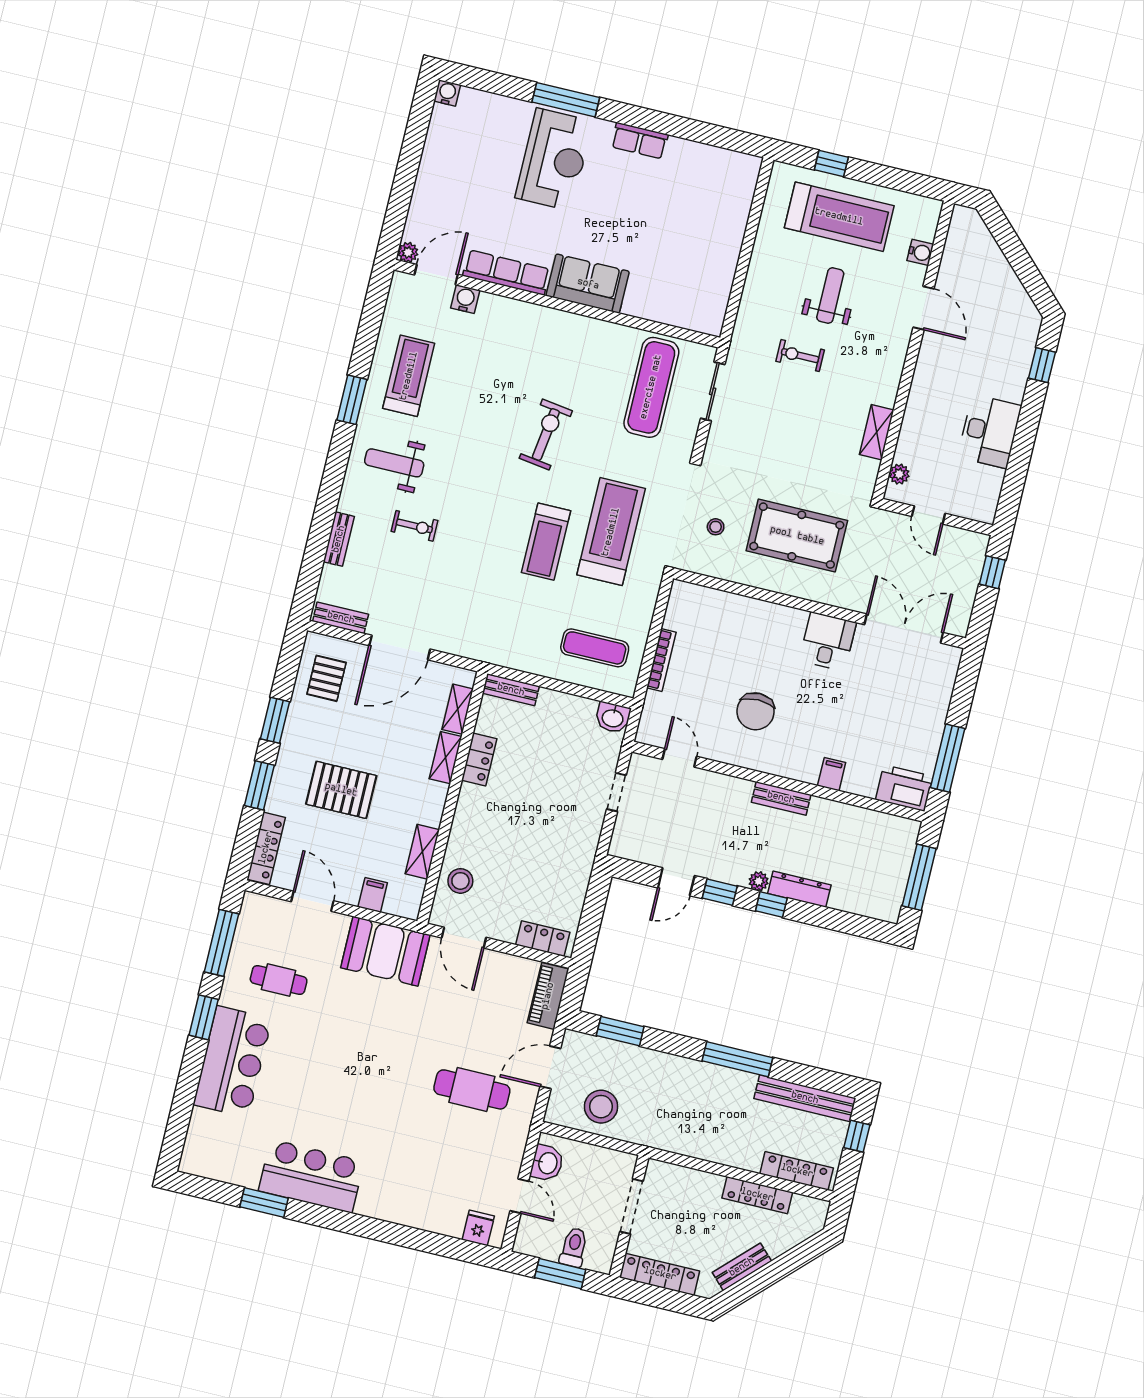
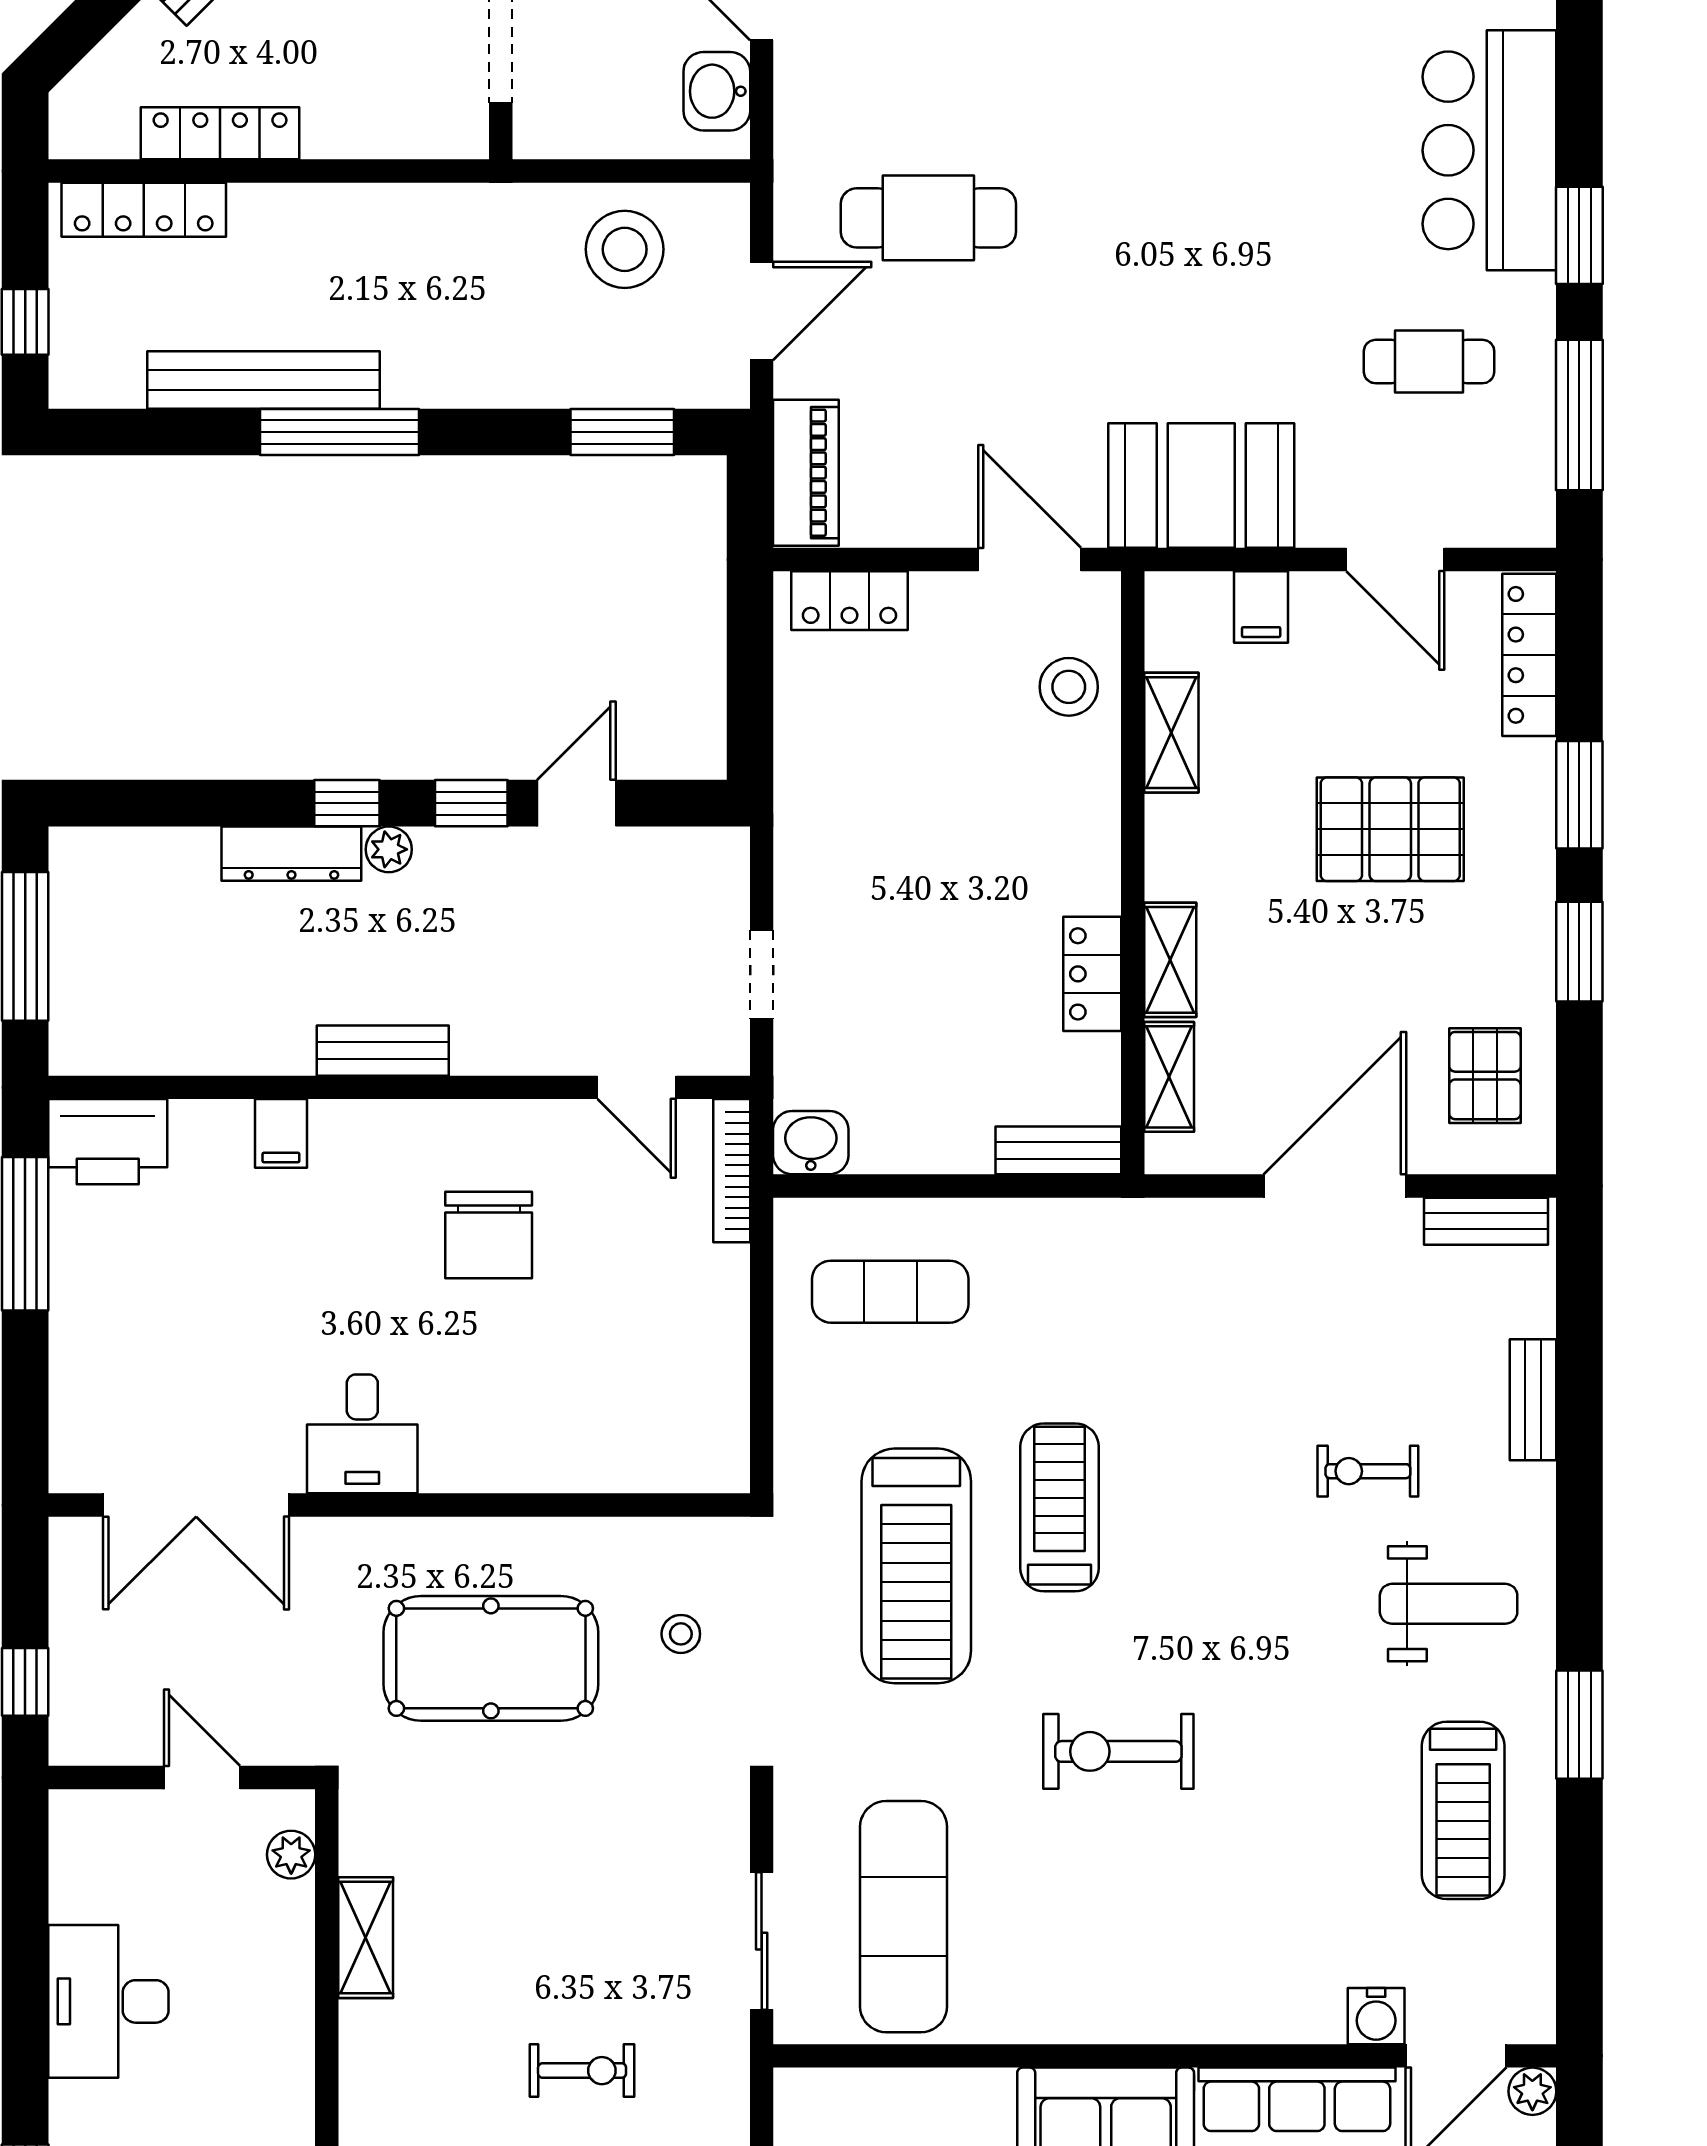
exercise bike: (546, 434) -> (1118, 1751), turned 82
bookcase: (661, 660) -> (732, 1171), moved
chair: (756, 711) -> (489, 1235), turned 180
bench: (805, 1098) -> (263, 380), moved

